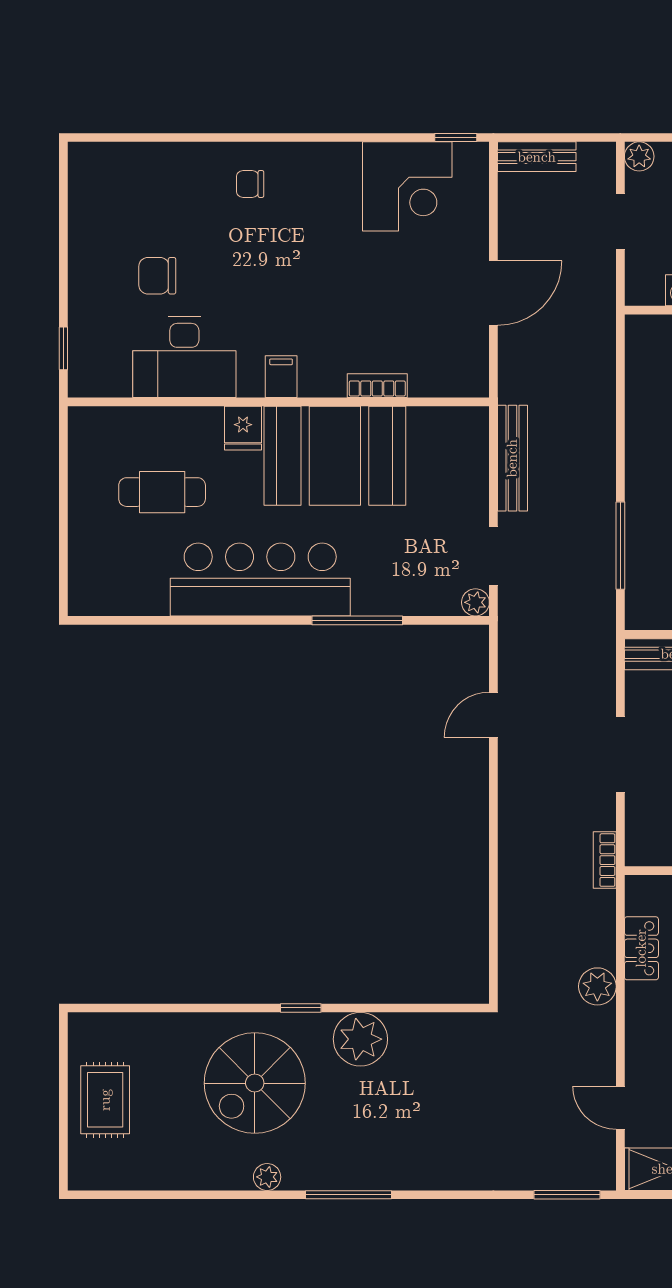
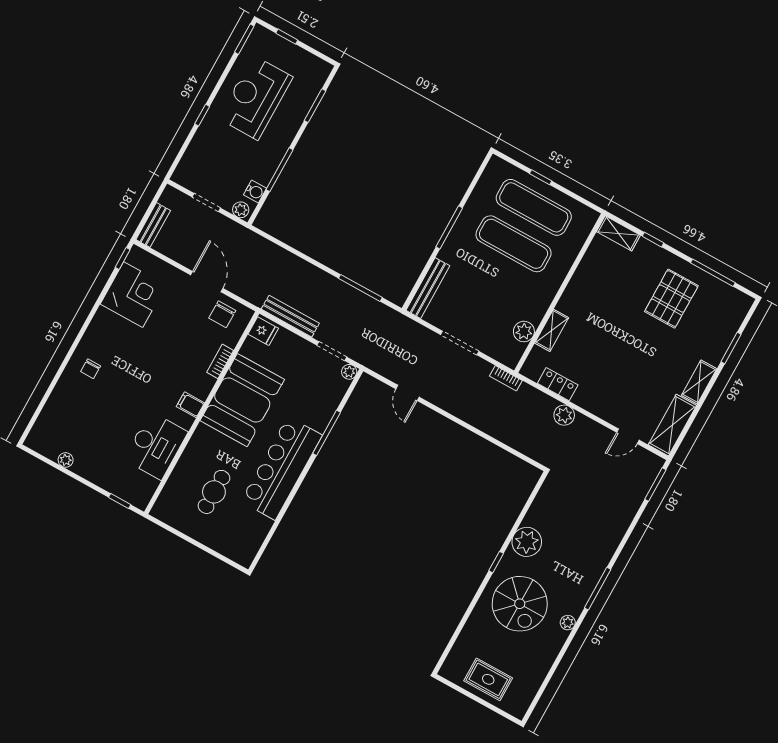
plant: (639, 156) -> (241, 210), moved
plant: (81, 225) -> (66, 460), added
chair: (157, 276) -> (222, 314), moved
fridge: (243, 428) -> (263, 331), moved

